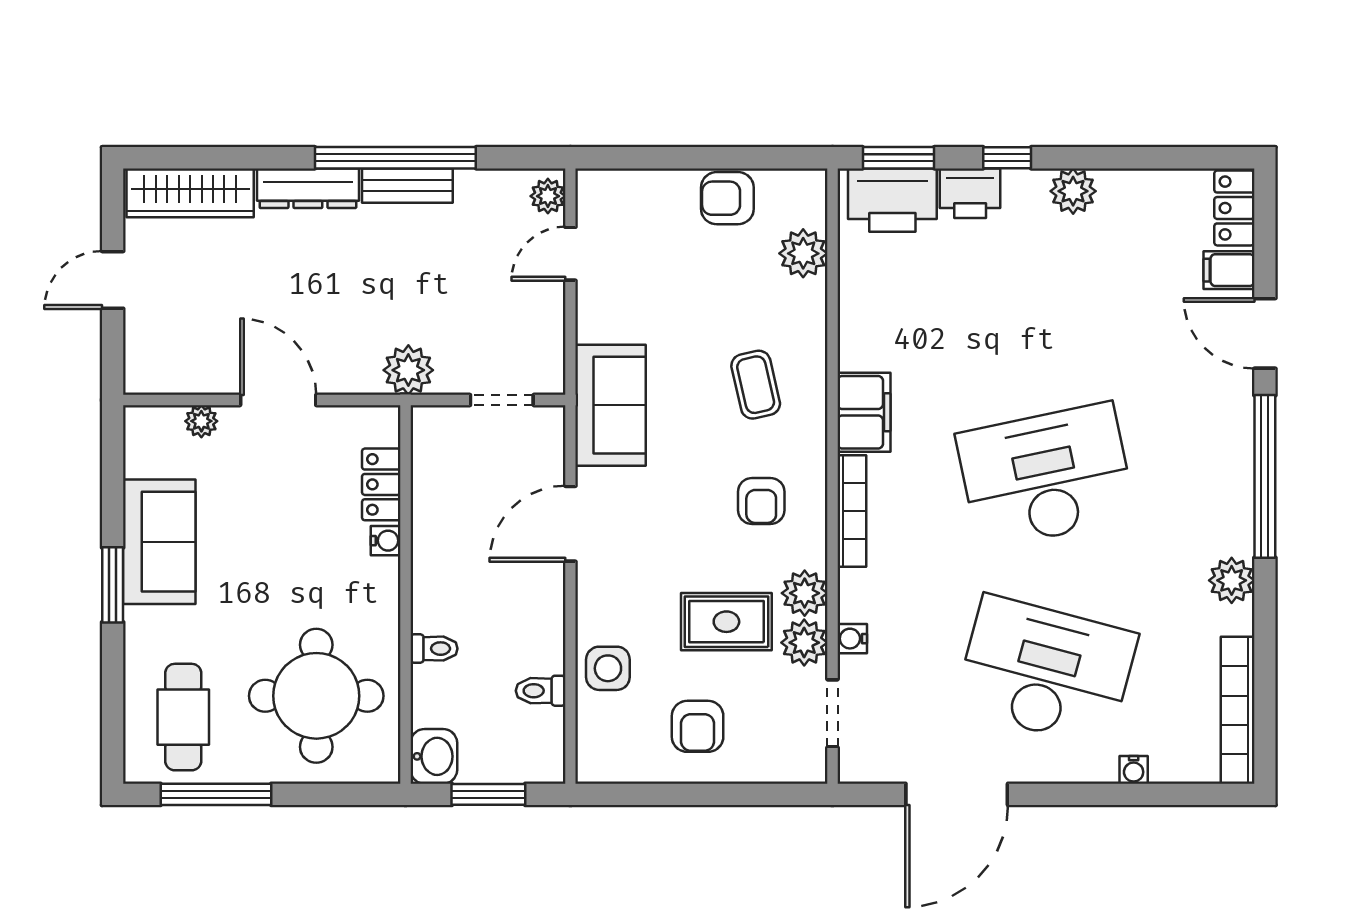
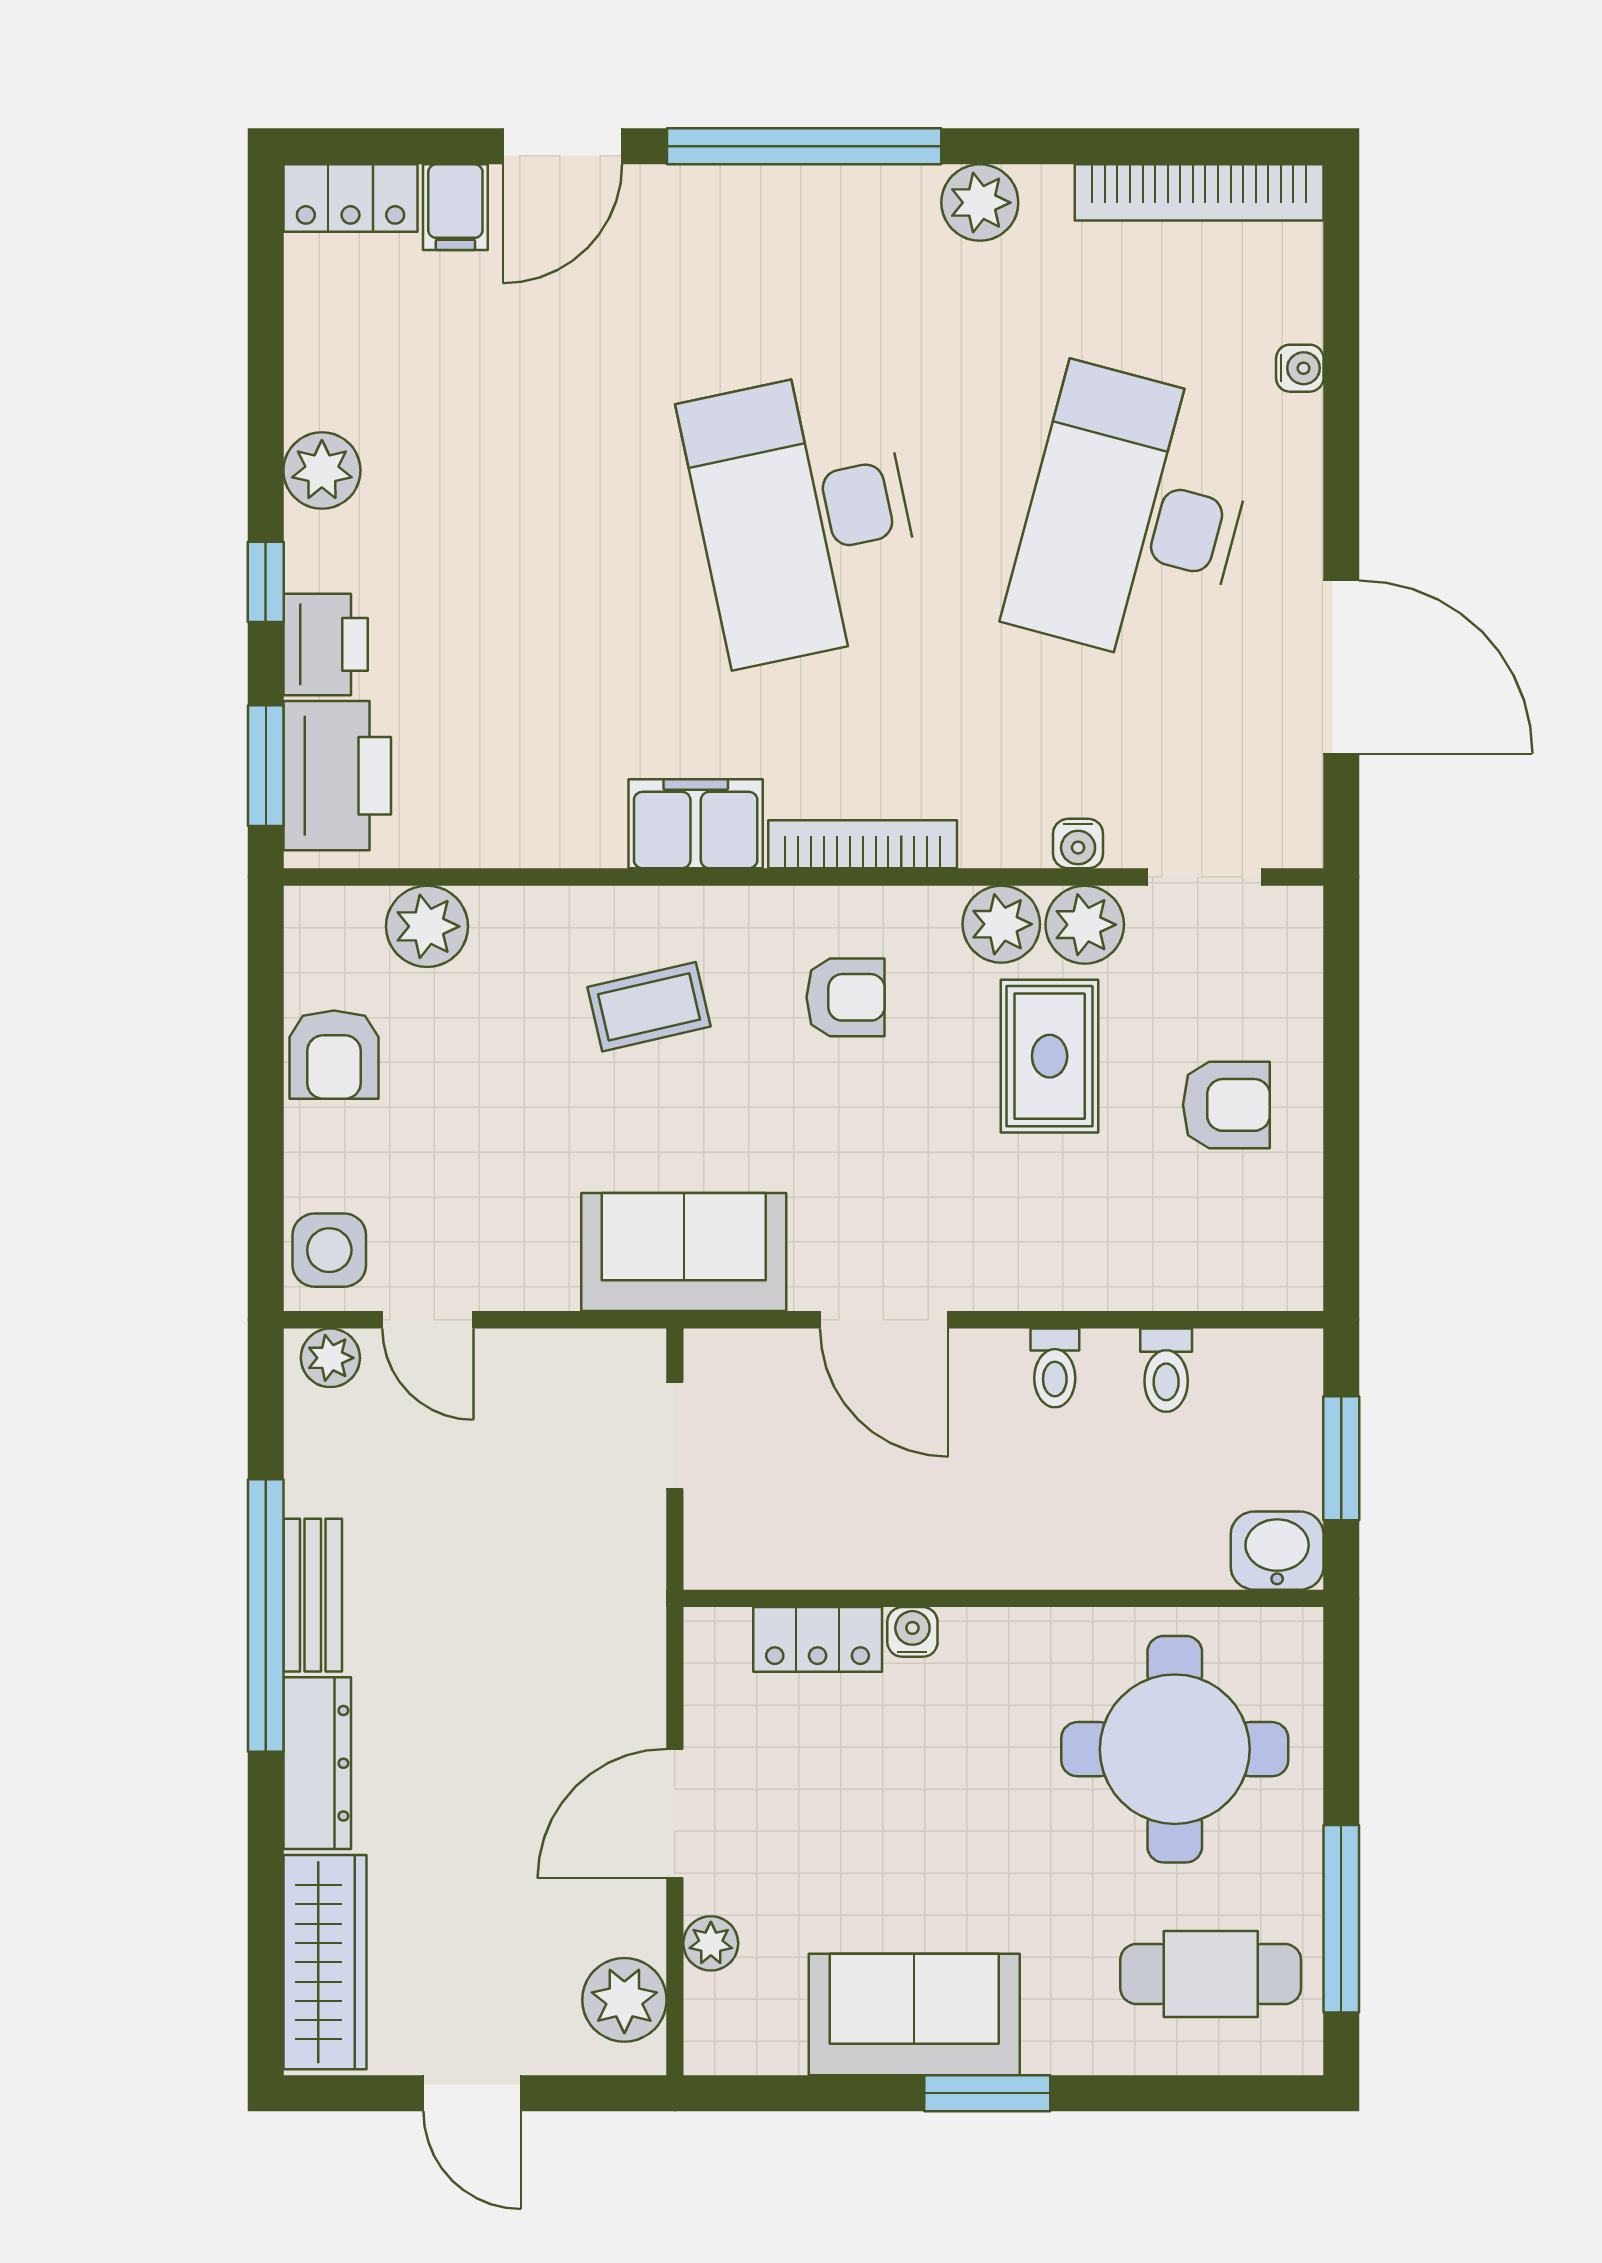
plant: (408, 370) -> (624, 2000), moved
toilet: (434, 649) -> (1055, 1368), moved, turned 180
side table: (608, 668) -> (329, 1250), moved

